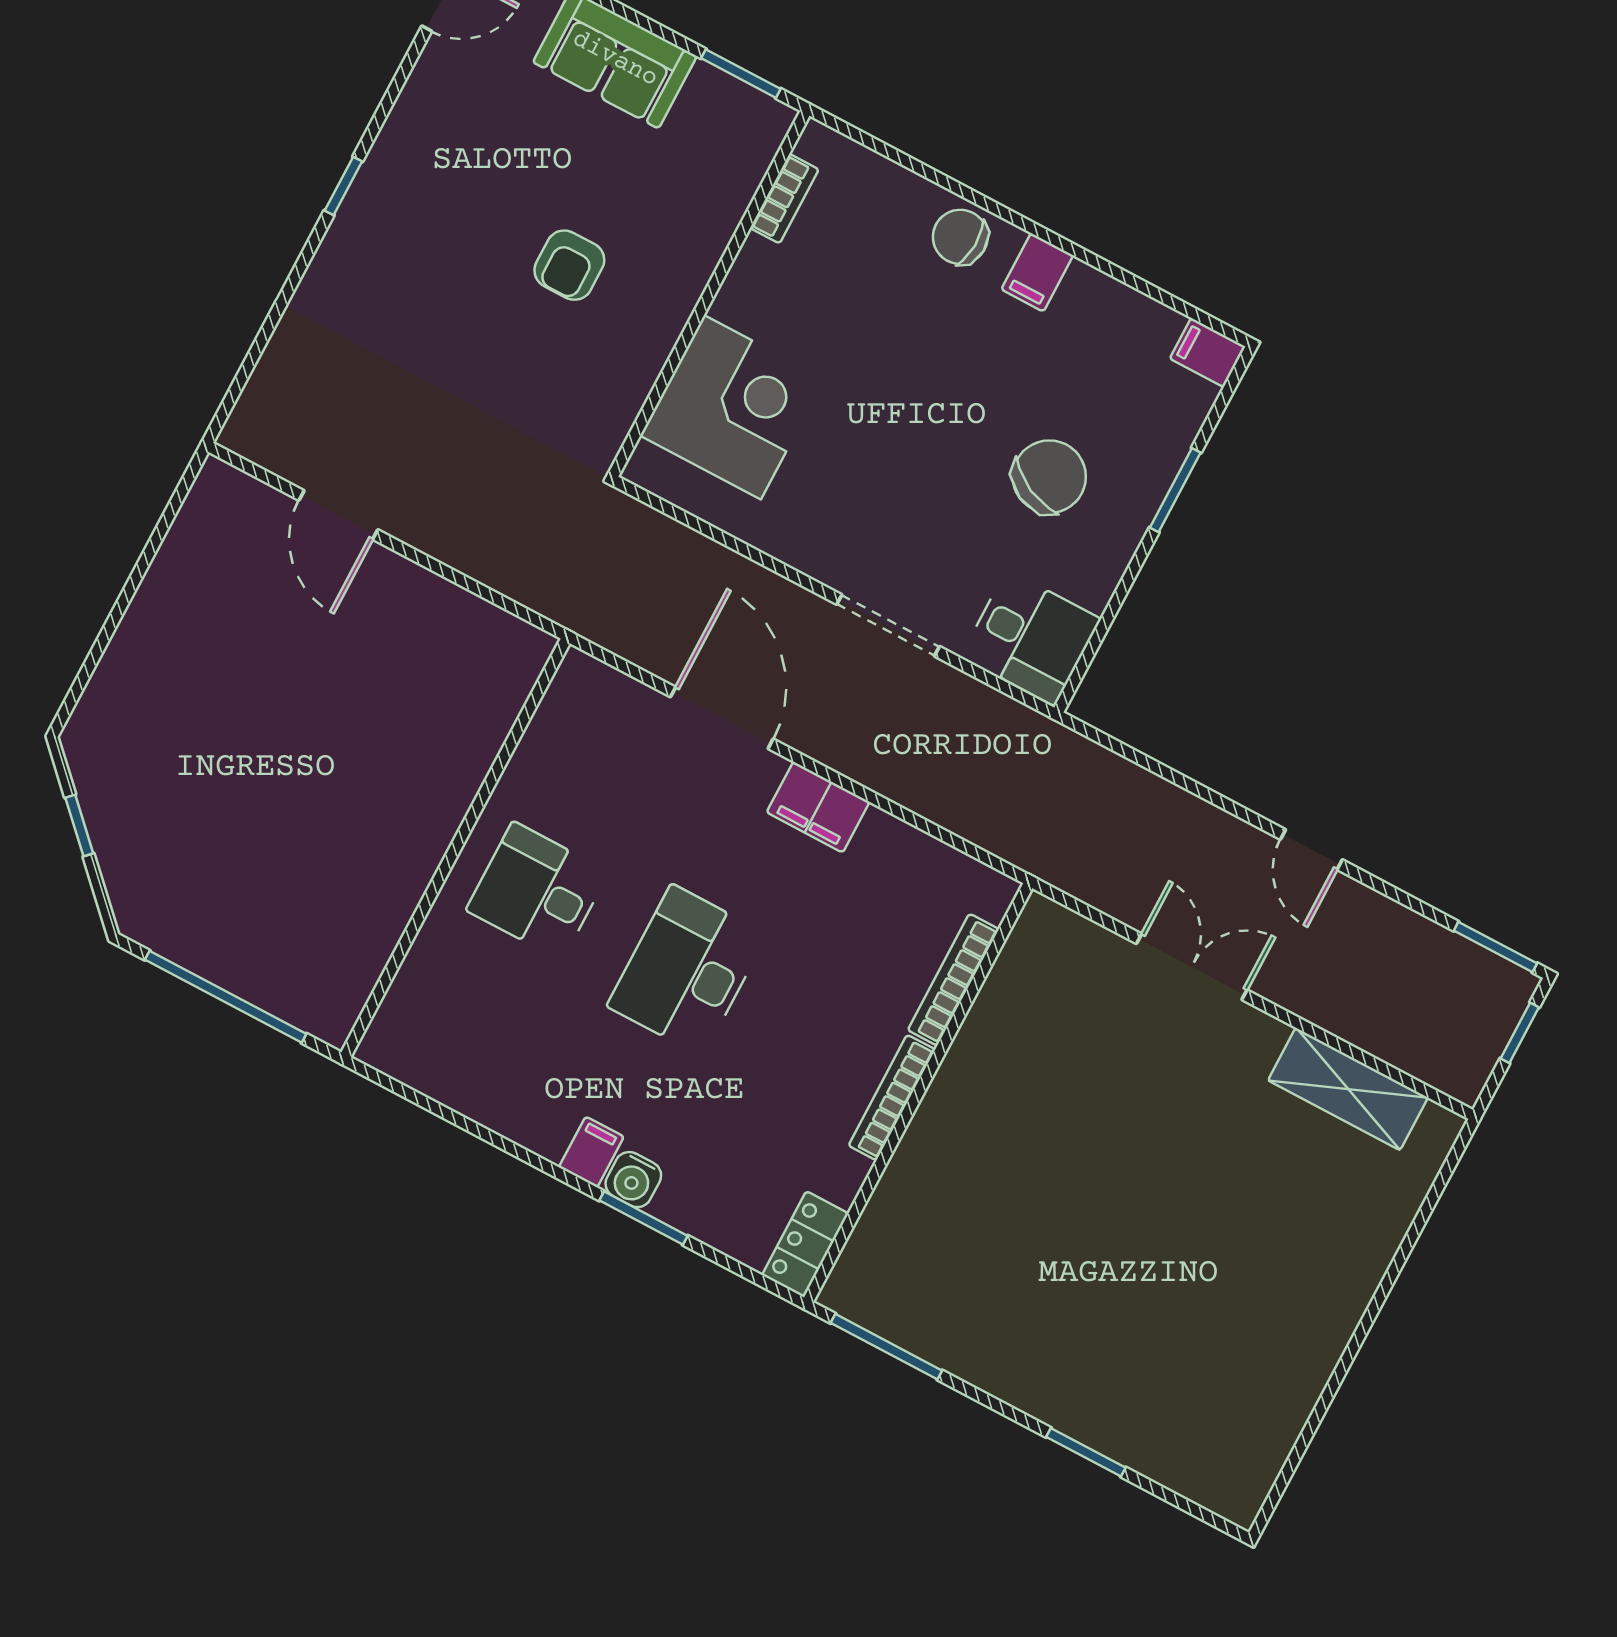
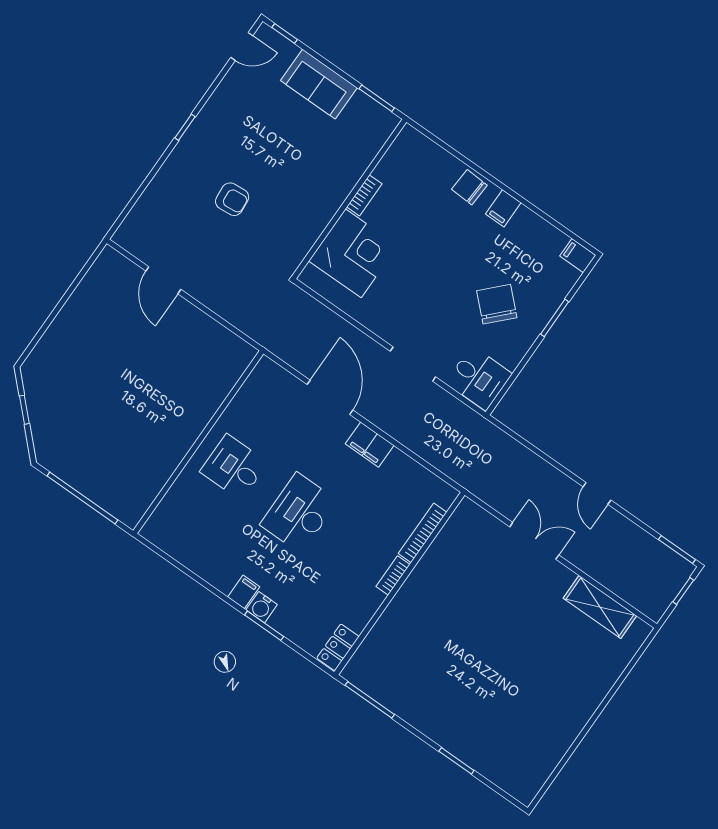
bookcase: (784, 199) -> (364, 195), moved
armchair: (569, 265) -> (232, 199), moved, turned -95
chair: (1049, 477) -> (497, 304), turned -72
bookcase: (892, 1098) -> (393, 575), width x0.64

